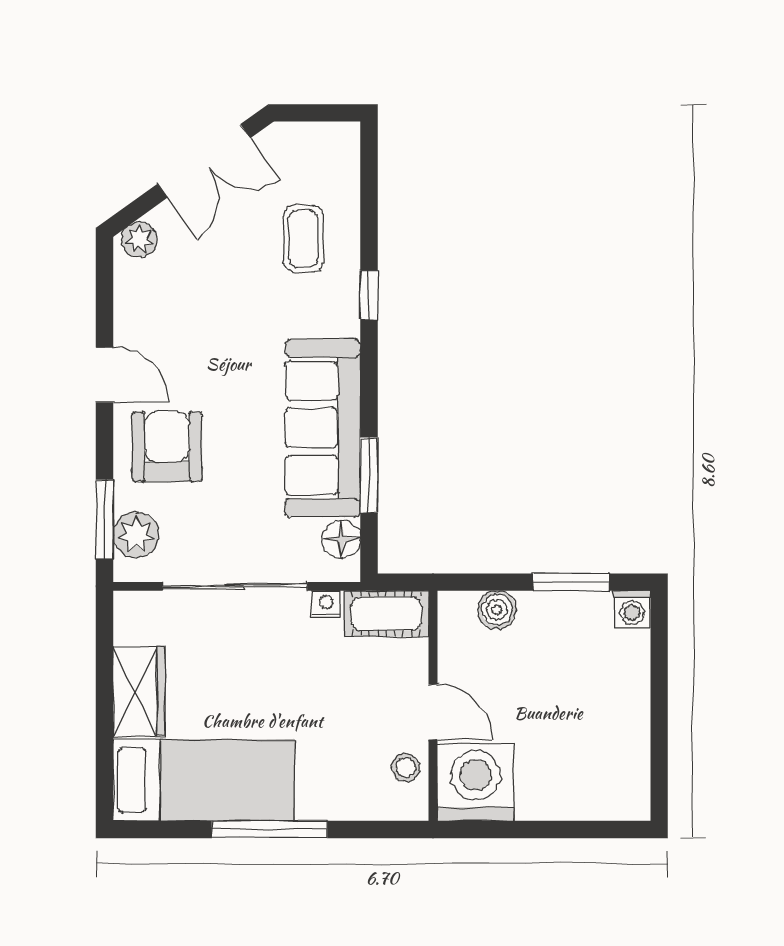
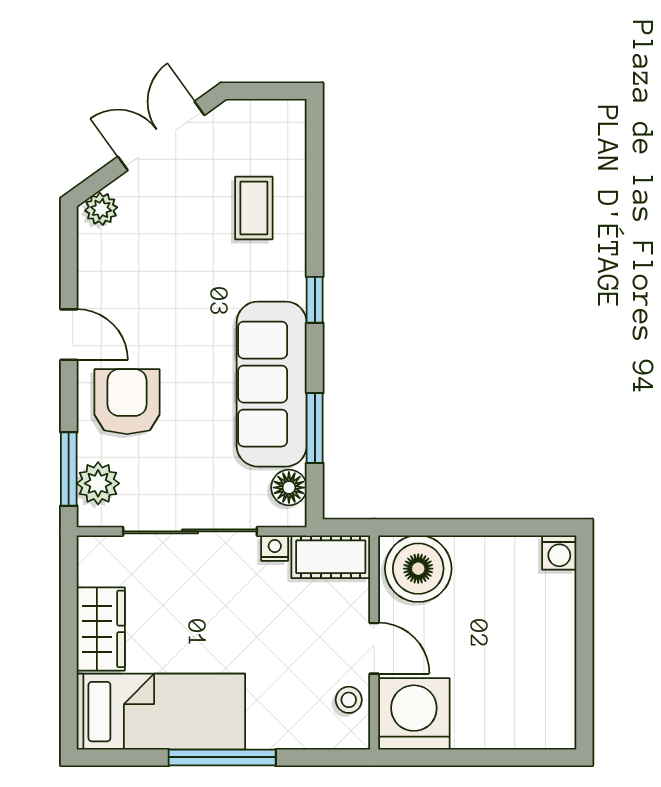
double door: (204, 161) -> (161, 136), swing flipped
window: (369, 295) -> (315, 300), moved
window: (571, 582) -> (502, 527), removed
boiler: (497, 610) -> (418, 569), width x1.86, depth x1.86

